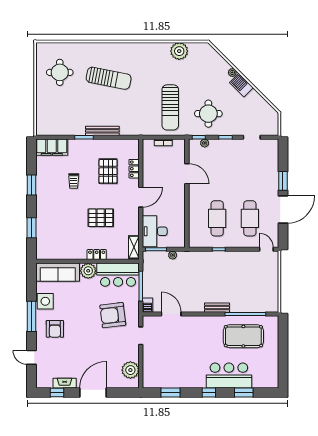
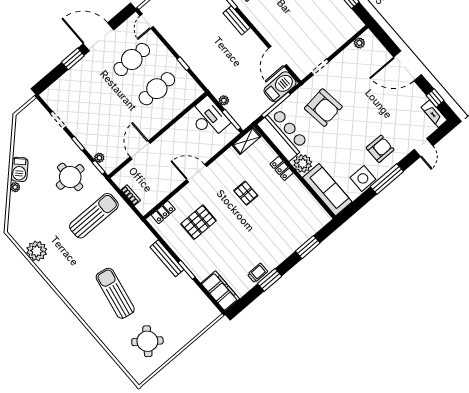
round table: (60, 72) -> (147, 341), turned 37
locker: (134, 169) -> (163, 212), moved
trolley: (74, 181) -> (258, 273), moved
pallet: (101, 218) -> (246, 193), width x0.67, depth x0.71
desk: (155, 231) -> (208, 118), moved, turned -90
barbecue: (148, 305) -> (280, 87), width x1.88, depth x1.53
plant: (130, 370) -> (359, 43), width x0.53, depth x0.53
fireplace: (65, 383) -> (434, 114), moved

